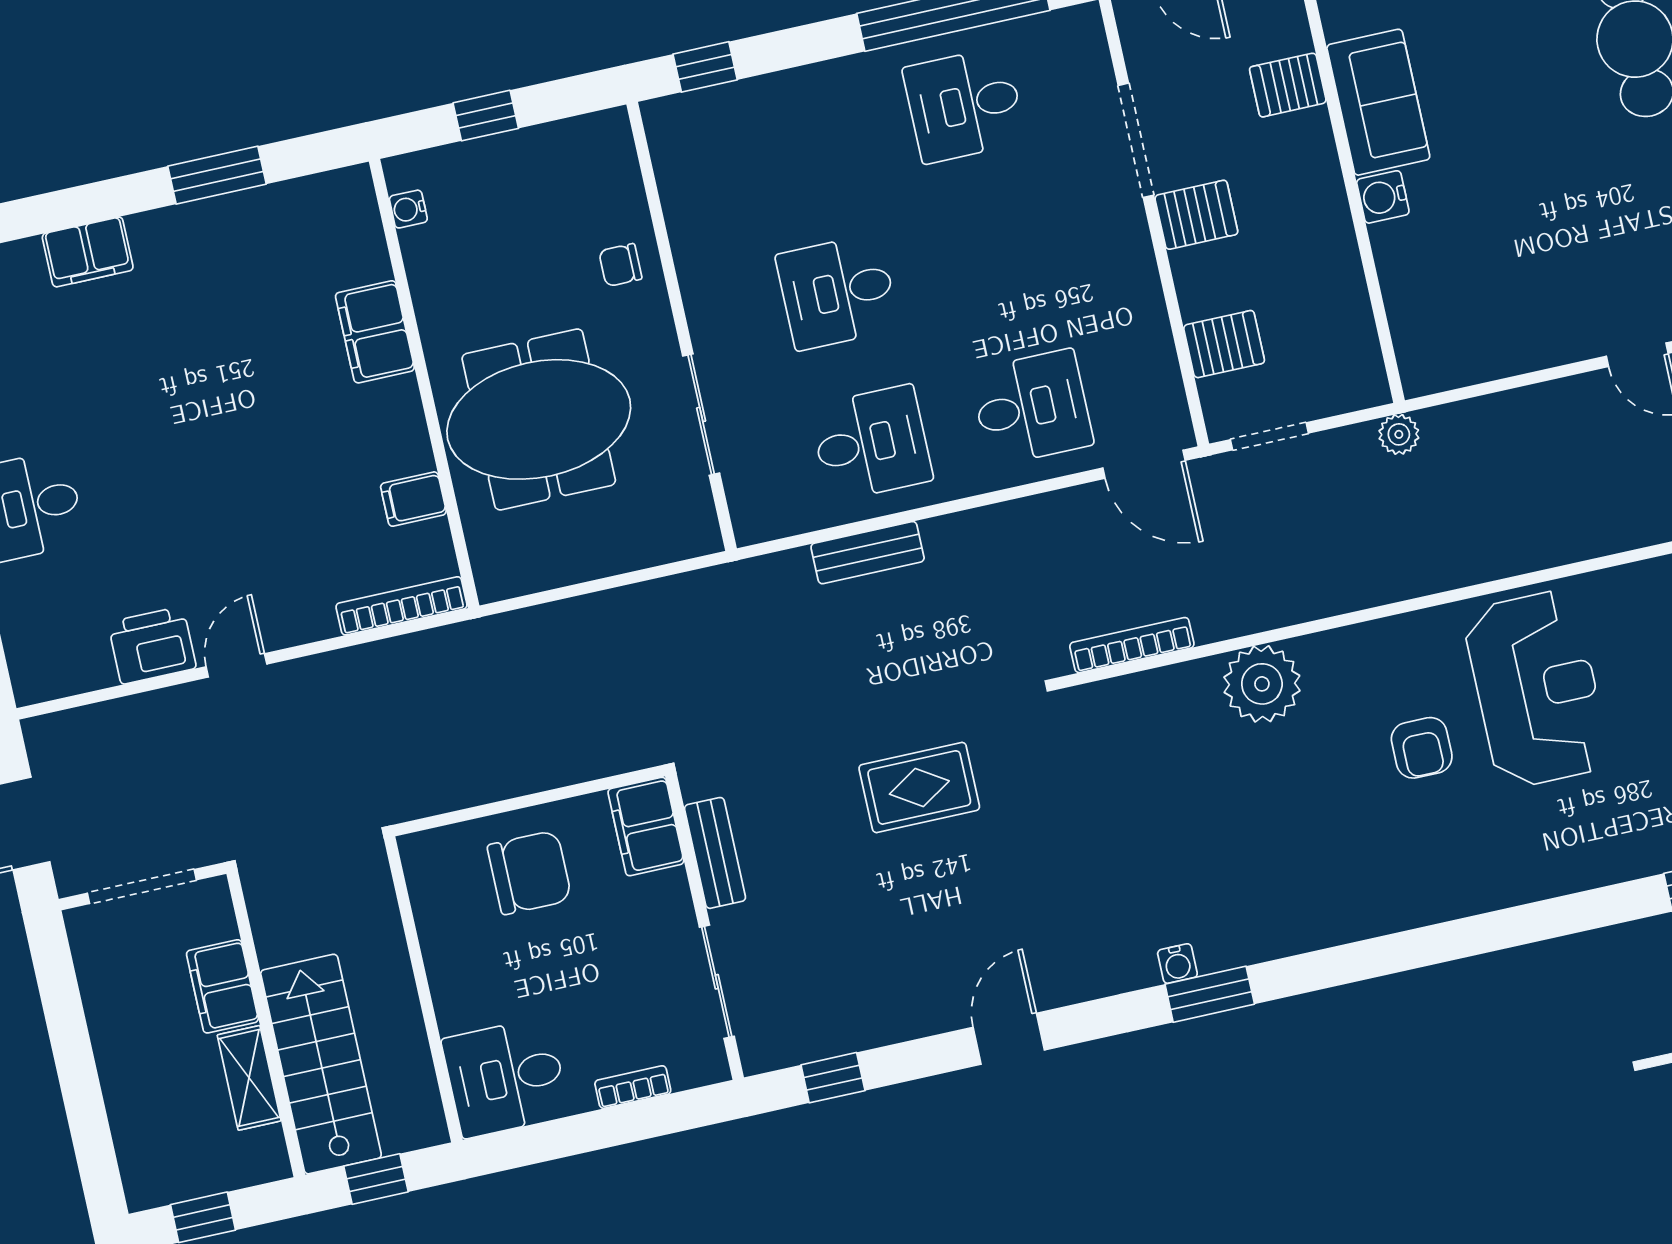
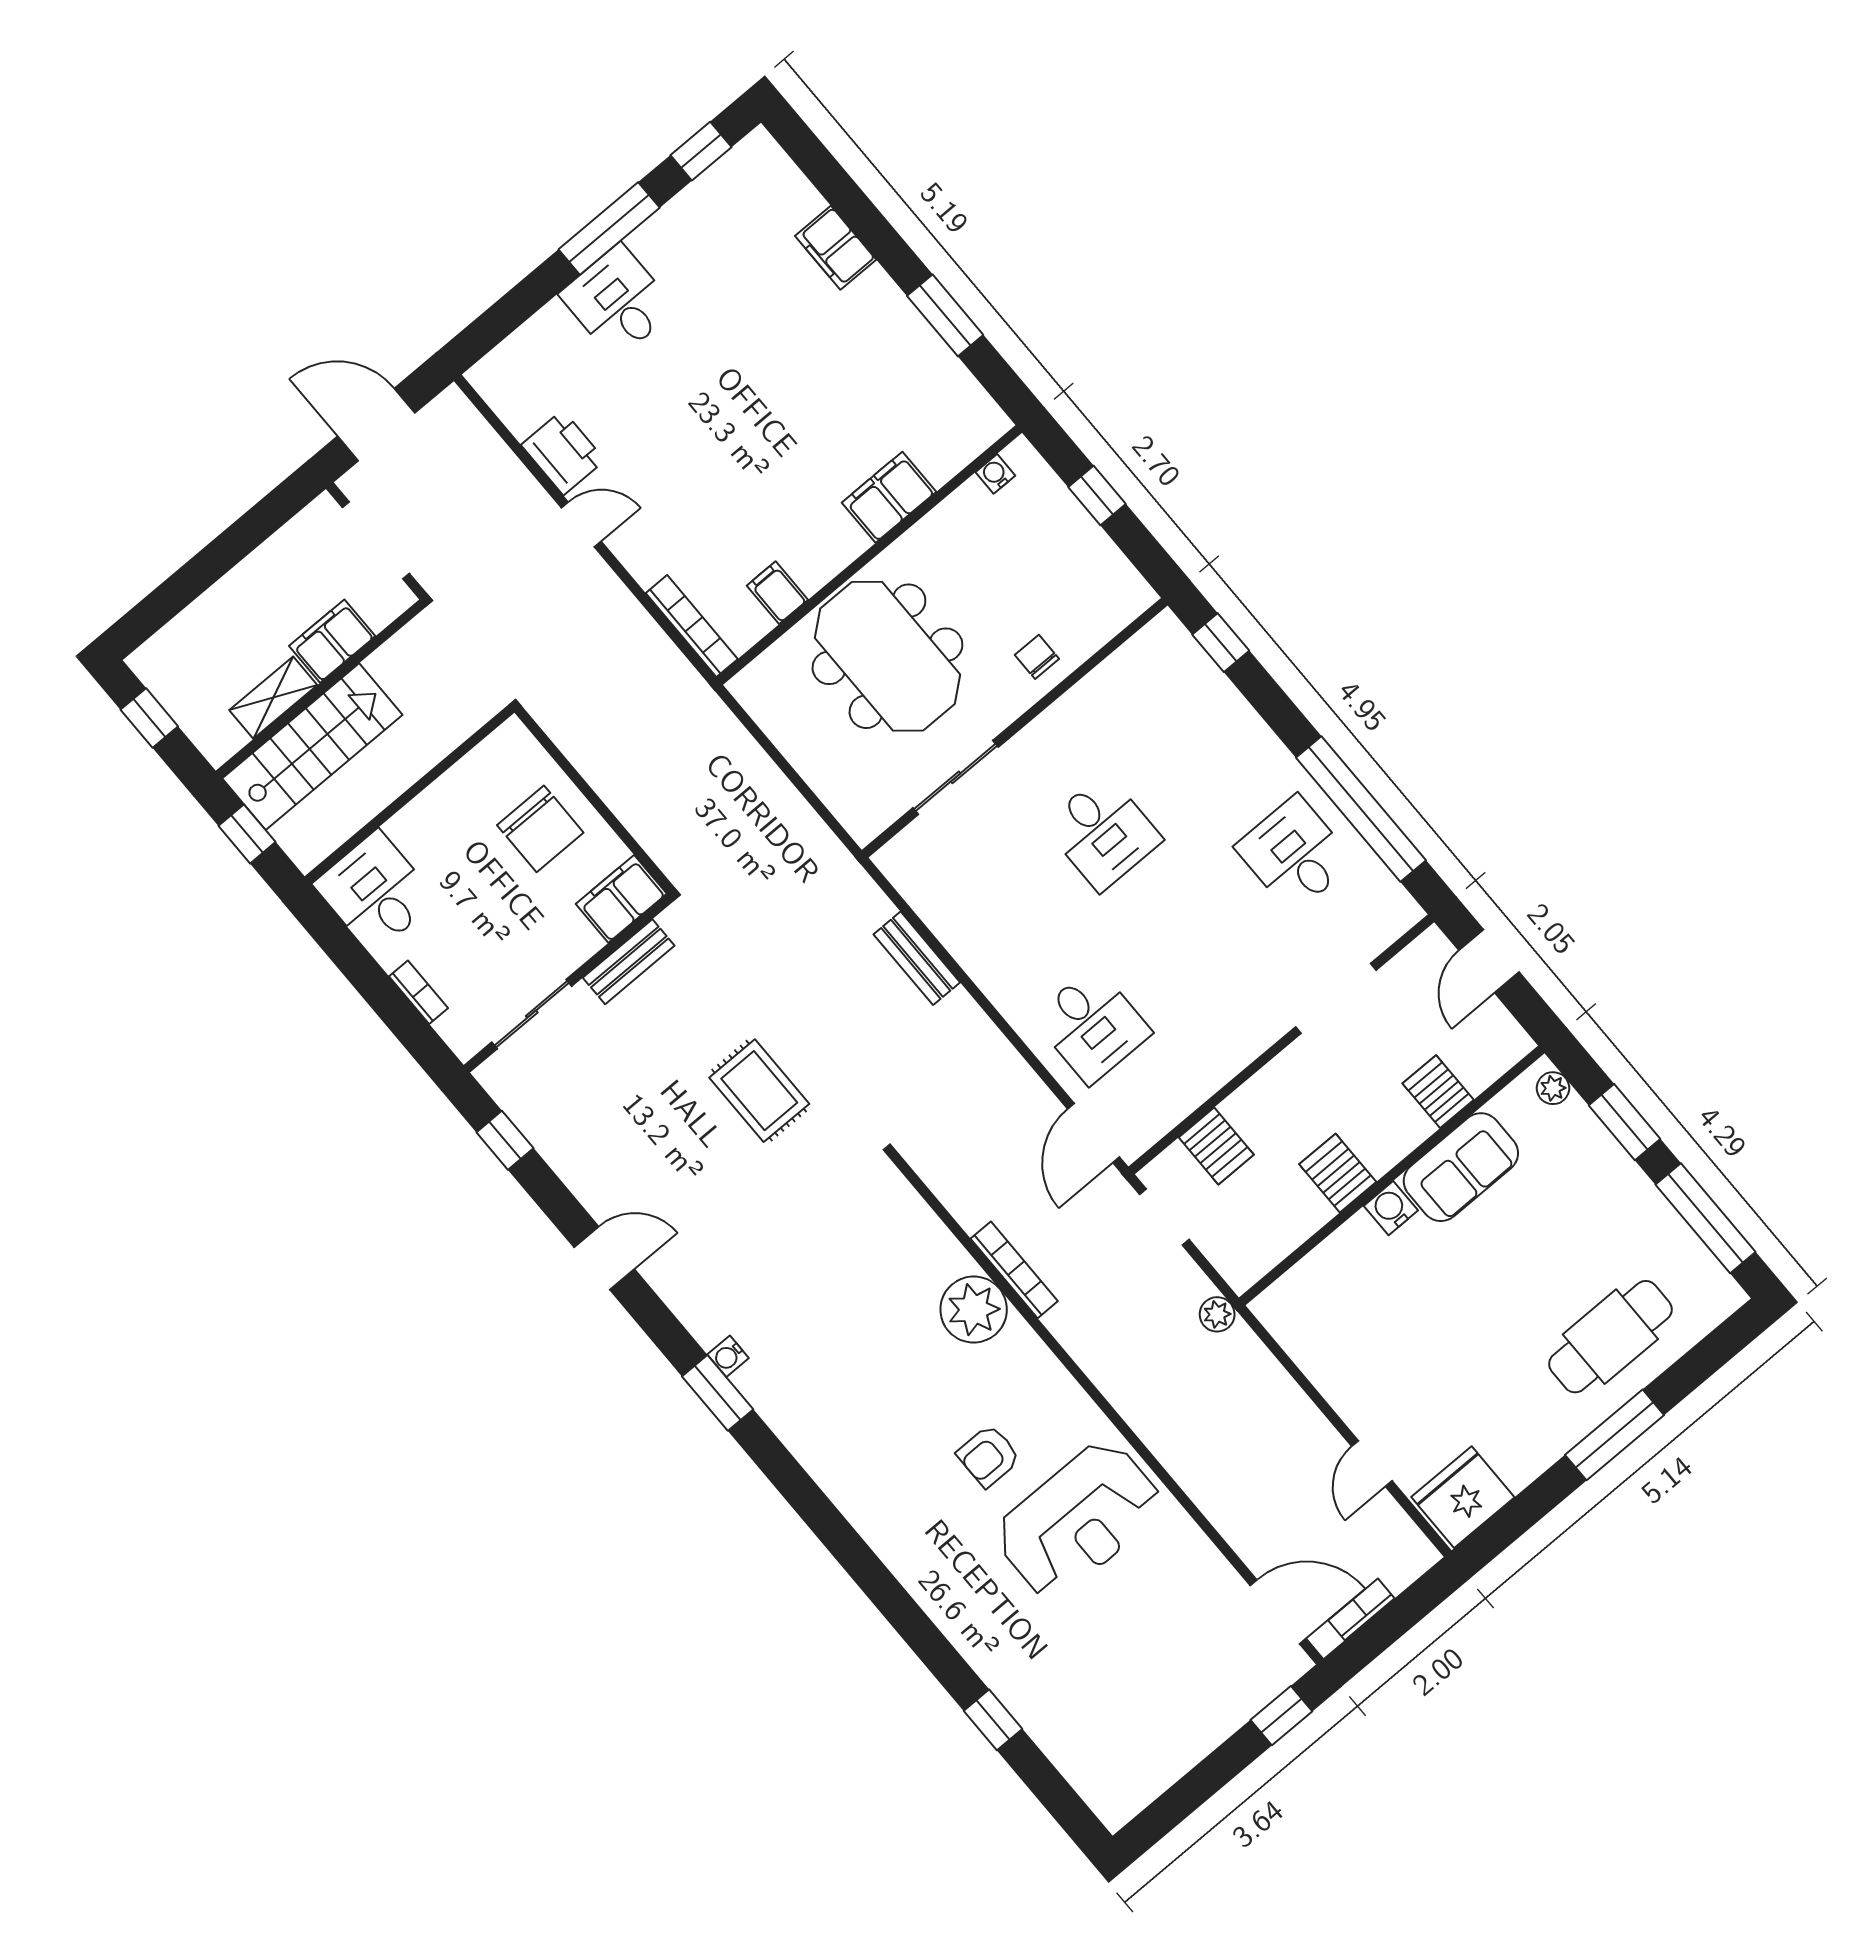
server rack: (1196, 215) -> (1338, 1173), moved, turned 180
desk: (838, 292) -> (1103, 832), turned 180
desk: (871, 443) -> (1001, 918), removed
bookcase: (1132, 645) -> (1014, 1270), moved

